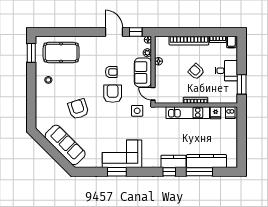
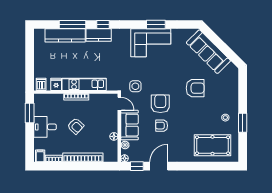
door: (114, 32) -> (159, 166), swing flipped
window: (31, 53) -> (243, 123), moved
armchair: (113, 94) -> (160, 104), turned 180
armchair: (78, 109) -> (195, 88), turned -72

